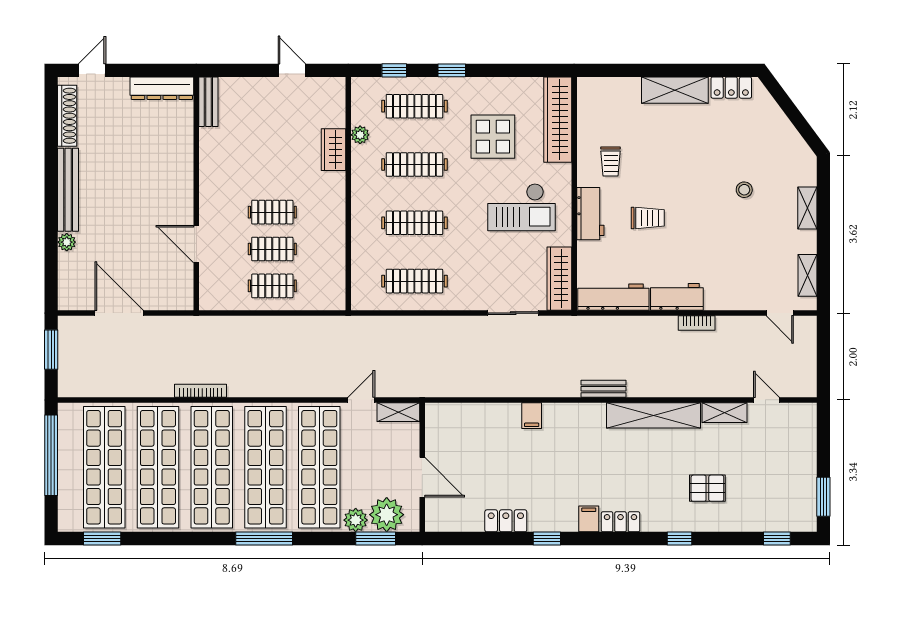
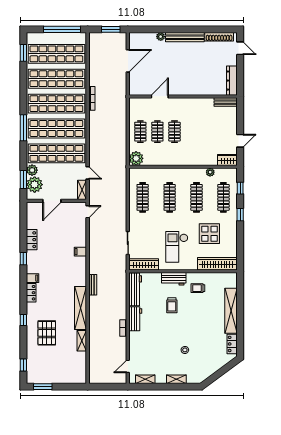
shelving: (675, 90) -> (231, 311), width x1.47
wardrobe: (334, 150) -> (227, 160), moved
plant: (330, 295) -> (136, 158), added
door: (766, 400) -> (88, 212), moved
pallet: (707, 488) -> (47, 333), width x1.50, depth x1.42

